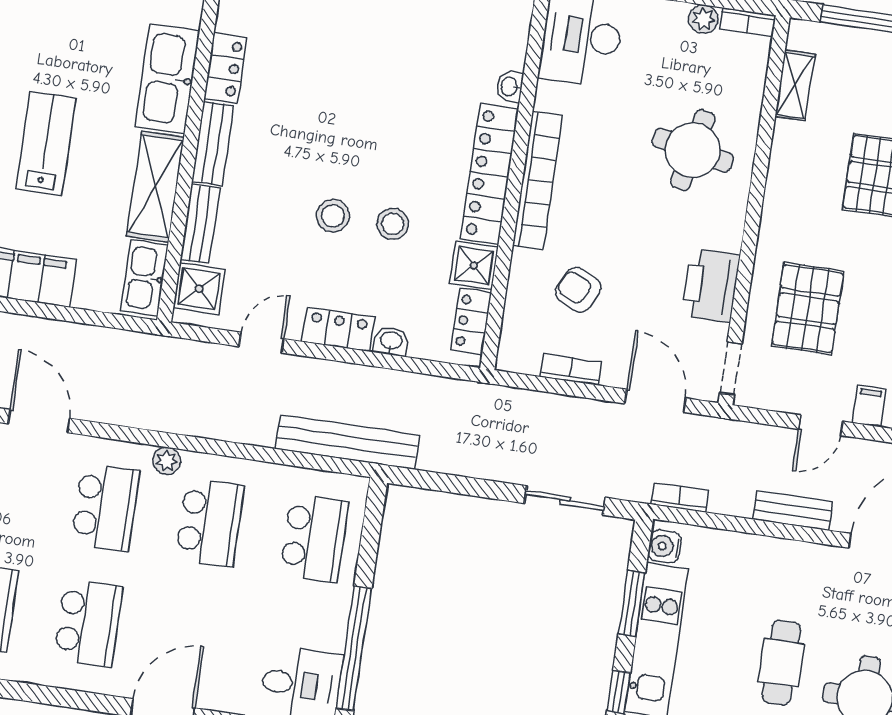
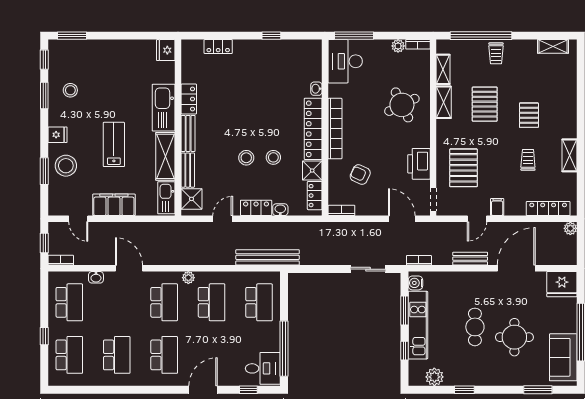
round table: (693, 150) -> (402, 105), turned -38
shelving: (785, 158) -> (444, 102), added
bookcase: (571, 370) -> (341, 210), moved

